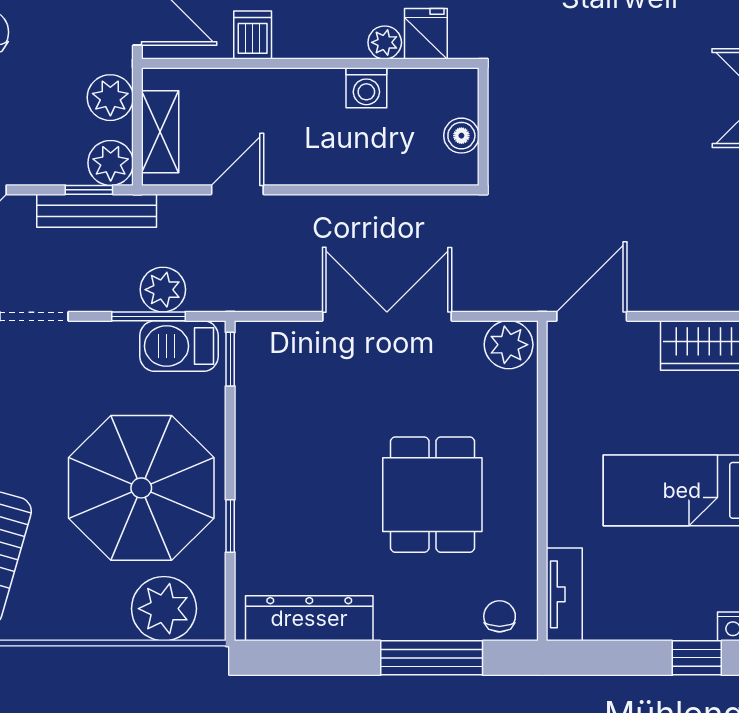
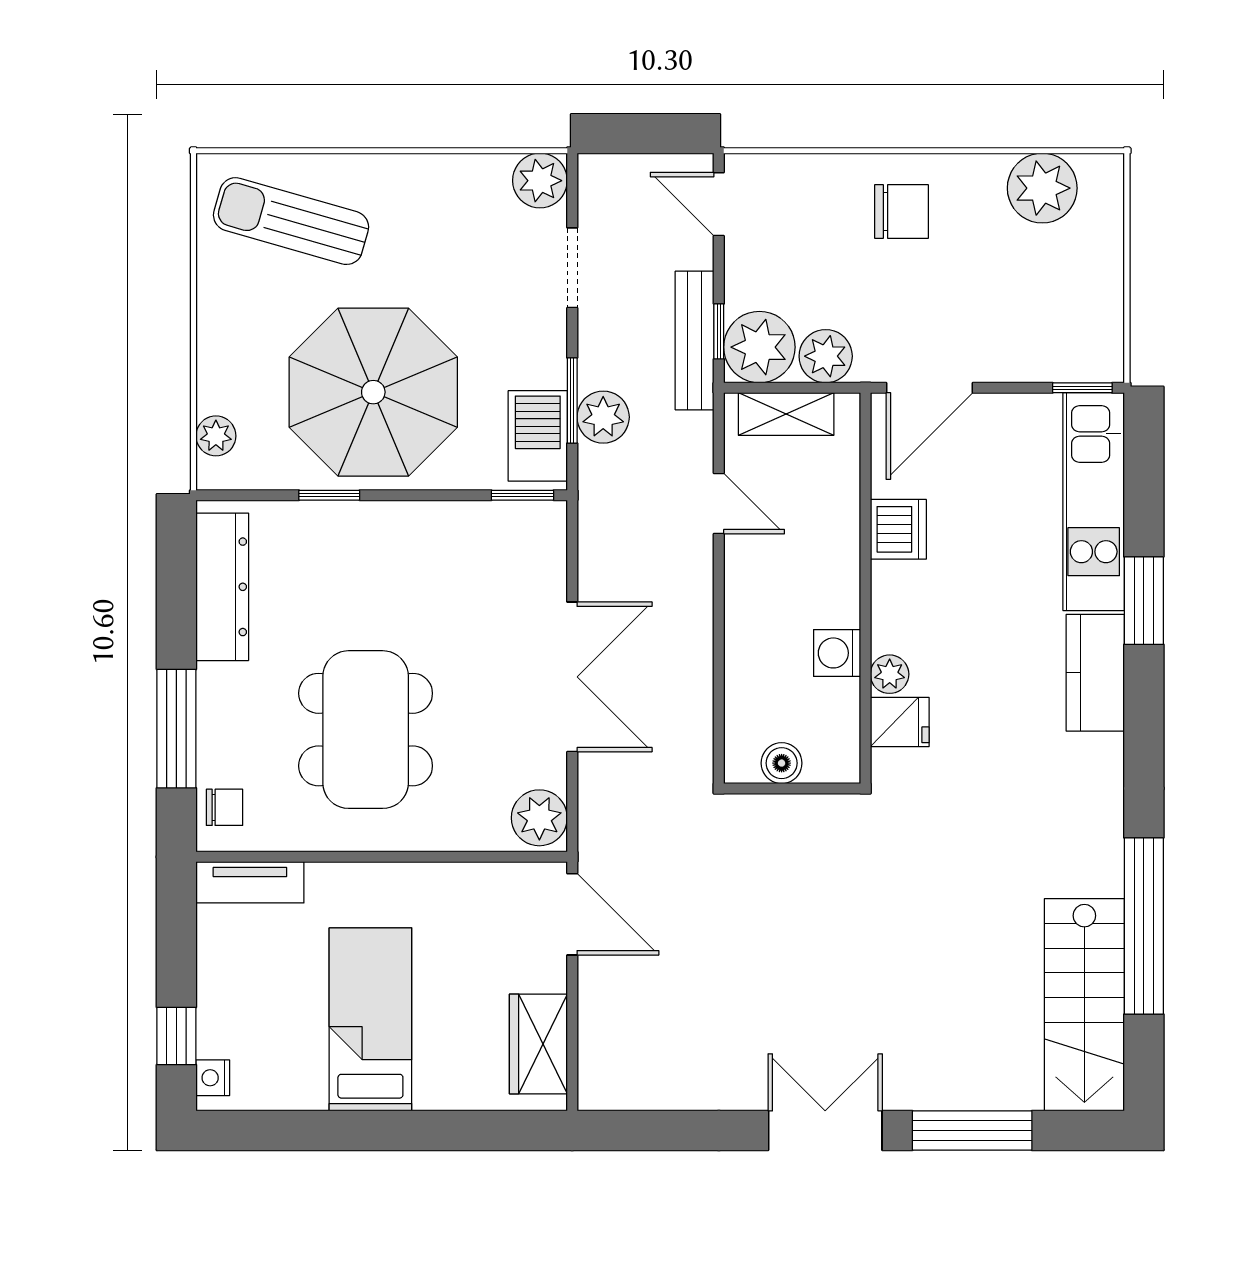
dishwasher: (253, 35) -> (898, 529), width x1.38
plant: (111, 163) -> (759, 347), width x1.36, depth x1.36
dining table: (432, 495) -> (366, 730), width x1.37
plant: (164, 609) -> (216, 436), width x0.53, depth x0.53

